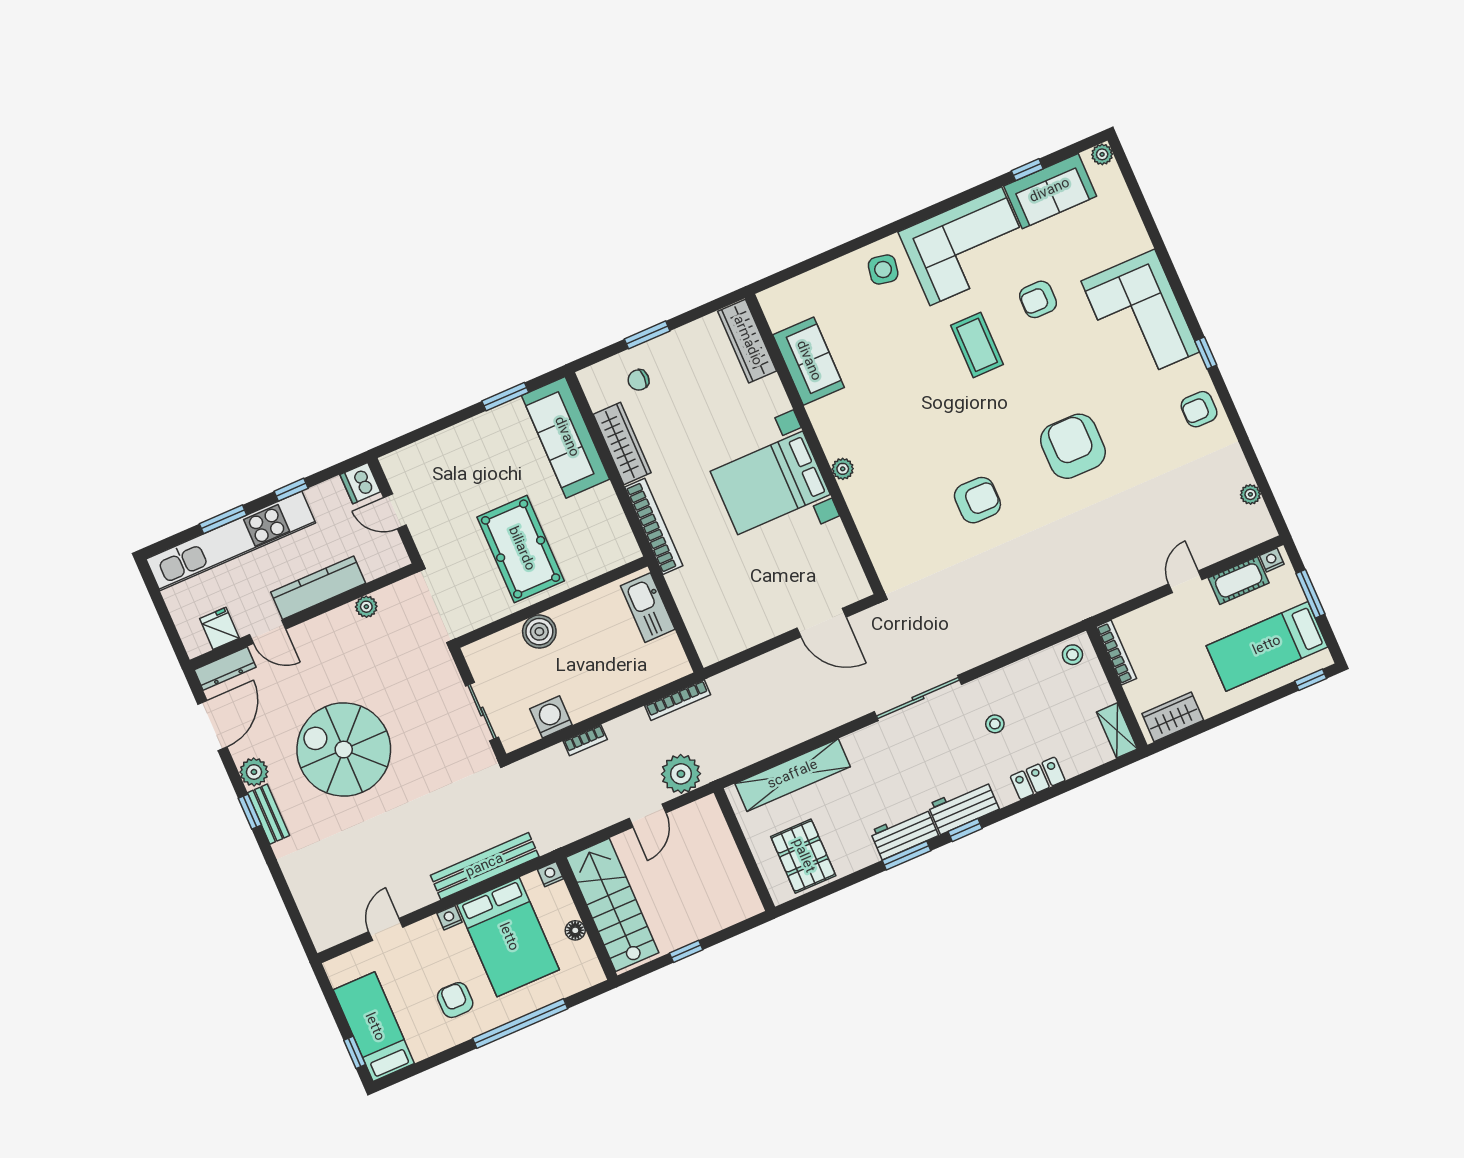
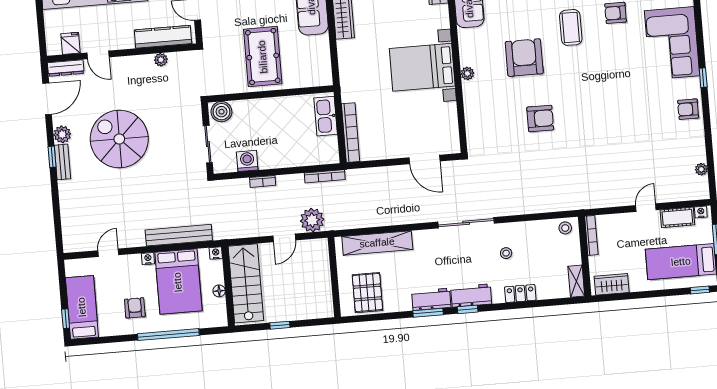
armchair: (1073, 446) -> (524, 58), moved
bookcase: (654, 526) -> (351, 133), moved
kitchen counter: (318, 588) -> (163, 37), moved
boiler: (539, 632) -> (221, 112), moved

